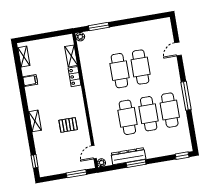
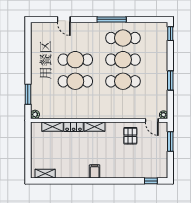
filing cabinet: (30, 80) -> (95, 171), moved
shelving: (35, 121) -> (94, 127), moved
pallet: (68, 125) -> (130, 136), moved
dresser: (128, 156) -> (162, 87), removed

